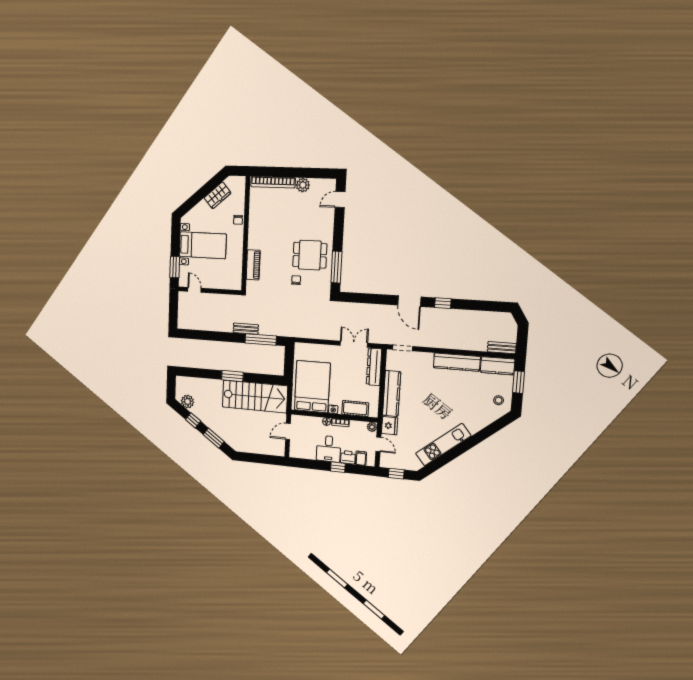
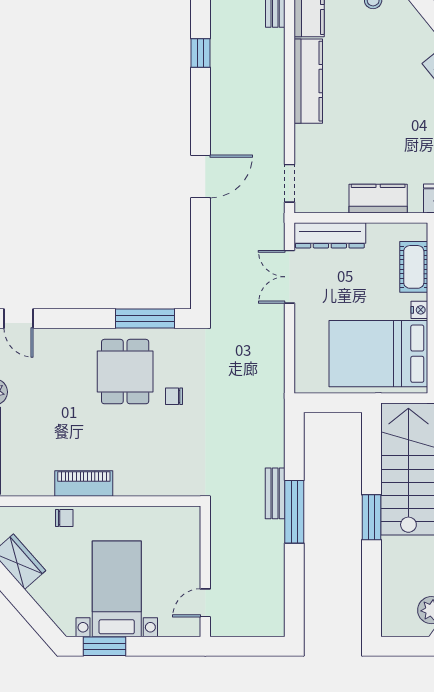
piano: (253, 265) -> (84, 484), moved
window: (175, 267) -> (105, 646), moved
window: (443, 303) -> (201, 53), moved
window: (261, 339) -> (294, 512), moved
kitchen counter: (392, 393) -> (378, 199), width x0.67

